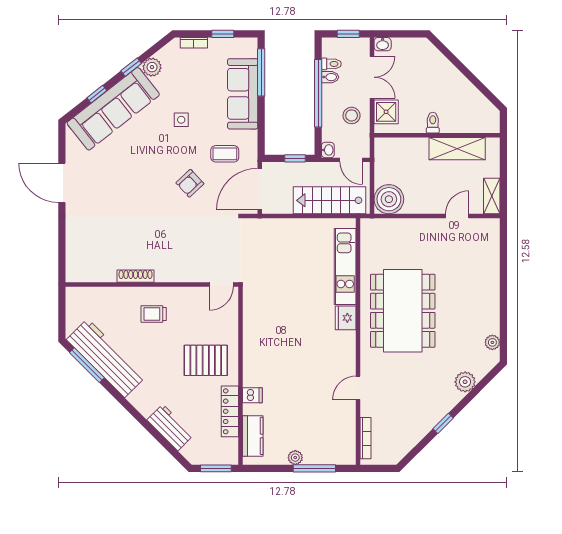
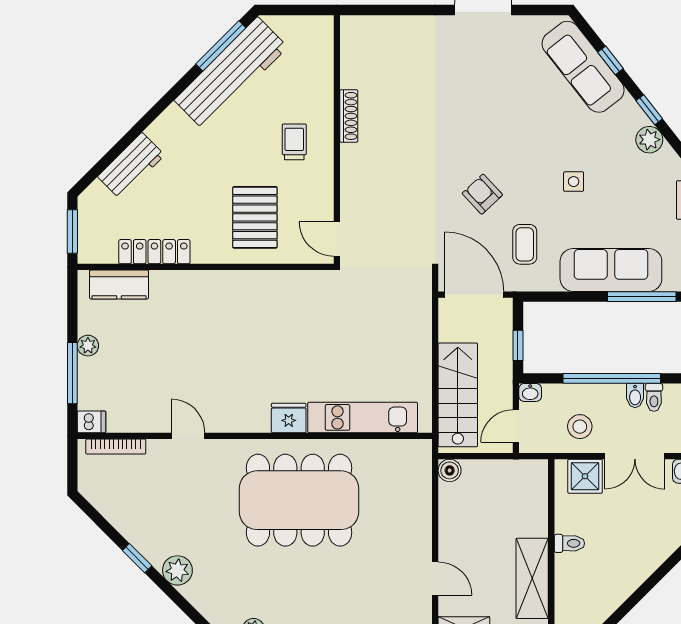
sofa: (113, 109) -> (583, 67), width x0.74, depth x0.79
boiler: (389, 199) -> (450, 470), width x0.54, depth x0.54
pallet: (206, 360) -> (255, 217), moved
plant: (465, 382) -> (177, 570), moved
dishwasher: (252, 395) -> (92, 422), moved, turned -90

